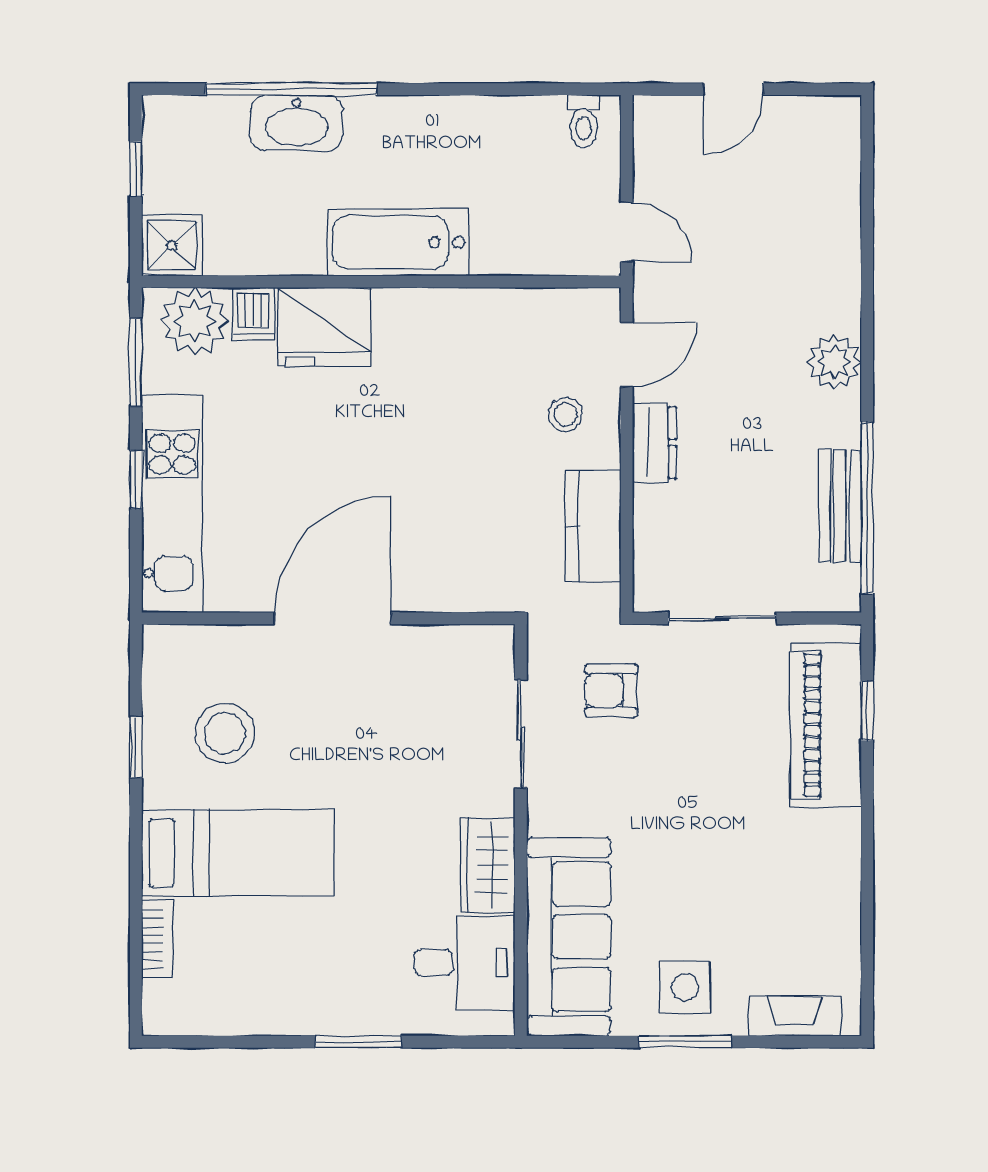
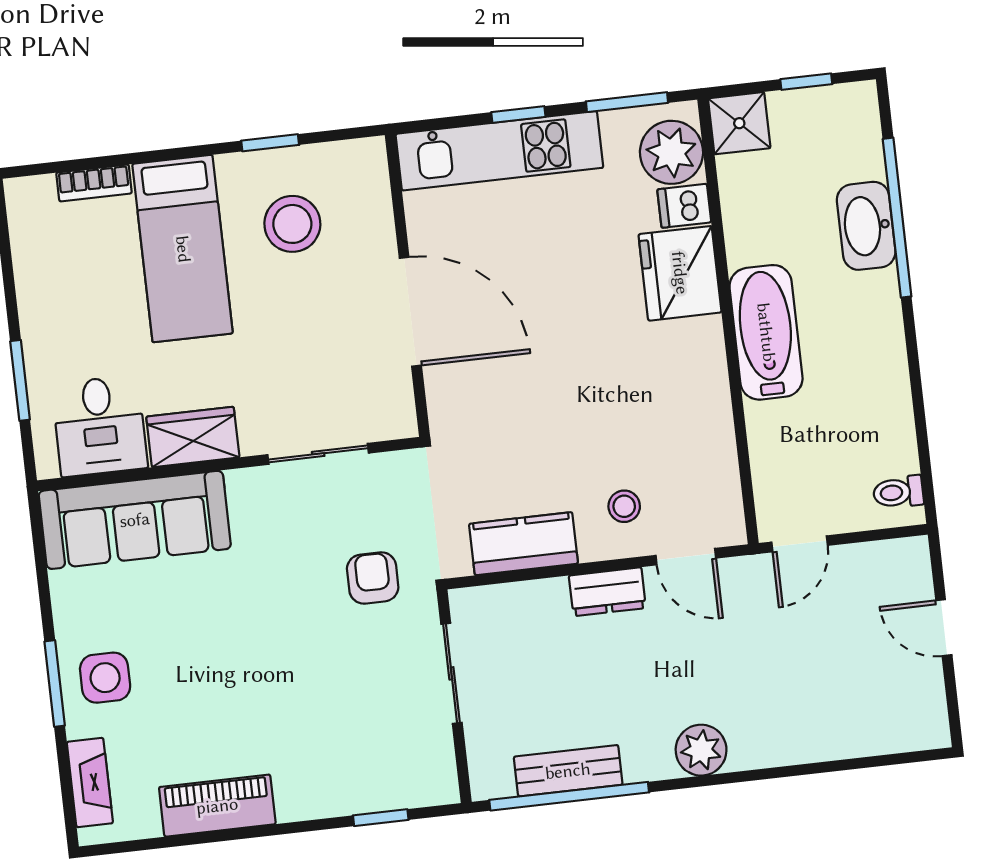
piano: (826, 725) -> (217, 806), moved, width x0.73, depth x0.75
sliding door: (521, 734) -> (318, 454), moved
wall: (521, 830) -> (229, 464), moved
wardrobe: (488, 865) -> (193, 437), moved
sofa: (569, 937) -> (135, 520), moved
desk: (464, 963) -> (100, 426), moved

